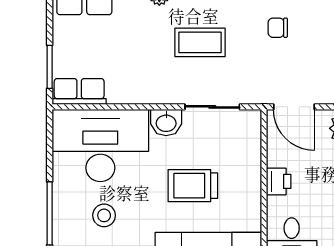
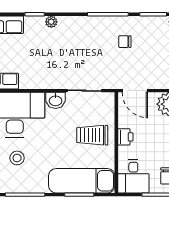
coffee table: (200, 42) -> (77, 51), removed
trolley: (193, 186) -> (92, 135), moved

